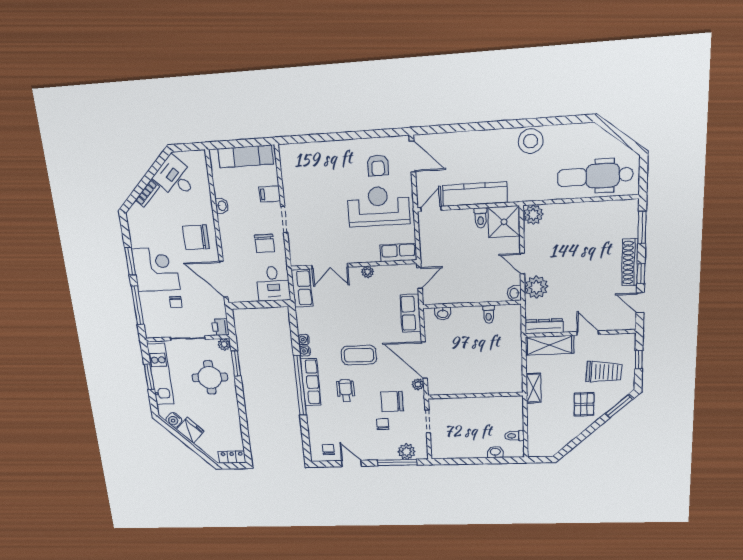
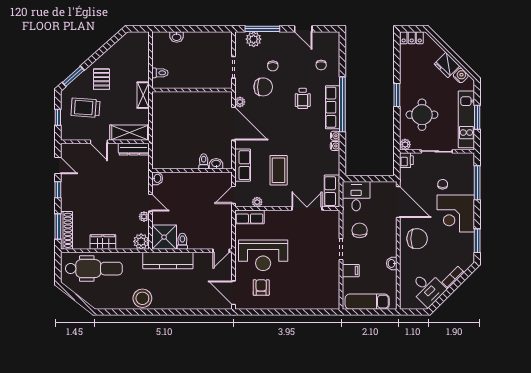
kitchen counter: (475, 194) -> (168, 260), moved
wardrobe: (583, 211) -> (103, 242), added
window: (130, 261) -> (477, 241), moved
shoe rack: (630, 262) -> (66, 230), moved
plant: (368, 272) -> (257, 202), moved
plant: (536, 287) -> (144, 217), moved, width x0.53, depth x0.53
toilet: (489, 314) -> (204, 161), moved
coffee table: (359, 355) -> (279, 170), moved, turned 90
window: (236, 364) -> (397, 95), moved
toilet: (514, 436) -> (160, 73), moved
chair: (328, 450) -> (321, 65), moved

